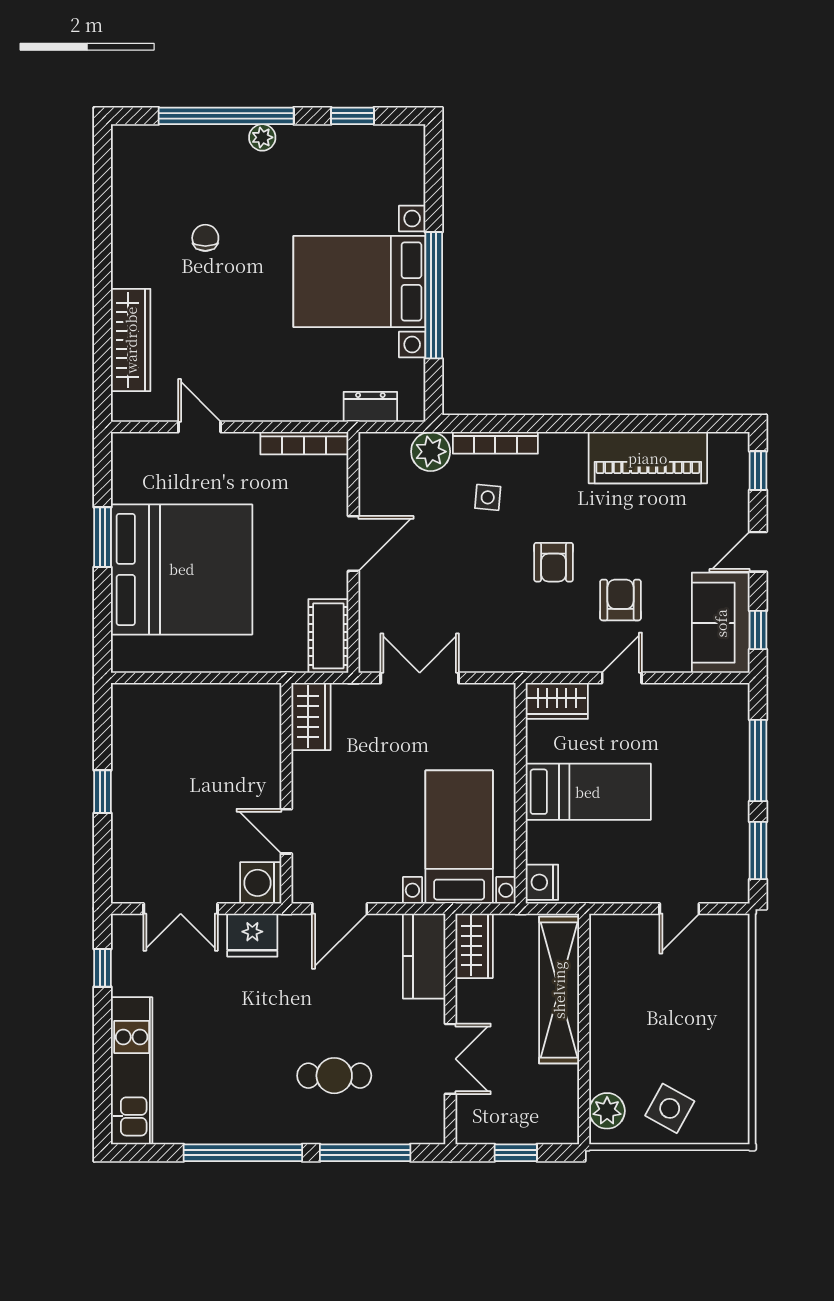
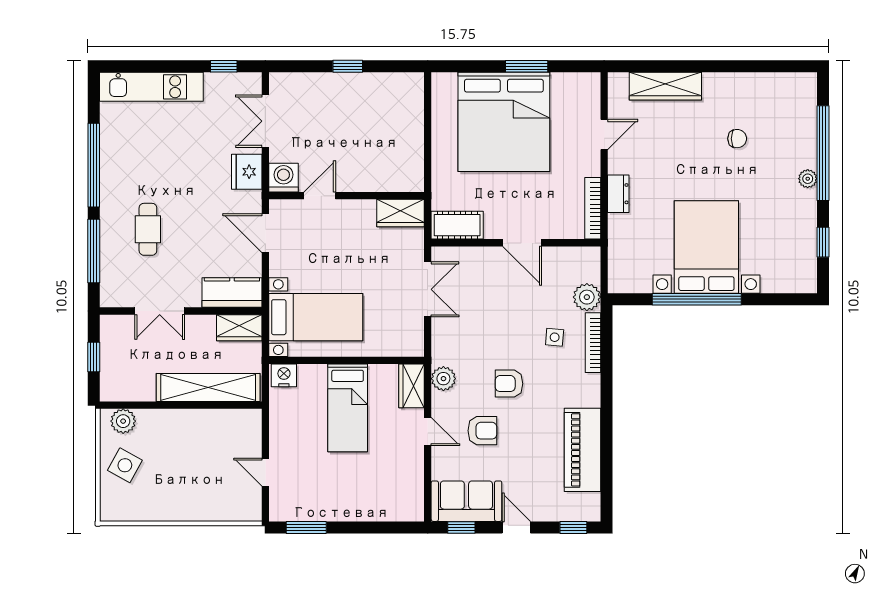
dresser: (370, 407) -> (618, 194), moved
plant: (547, 655) -> (443, 379), added
window: (758, 761) -> (369, 527), removed

